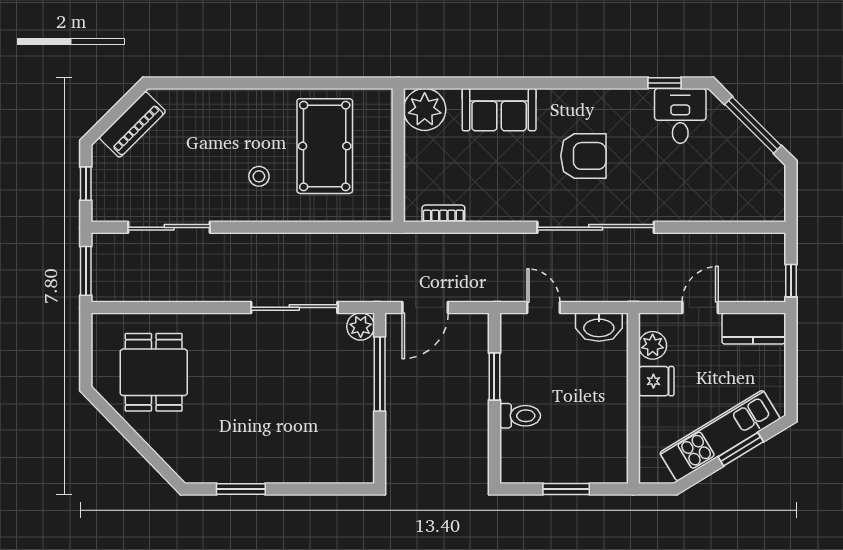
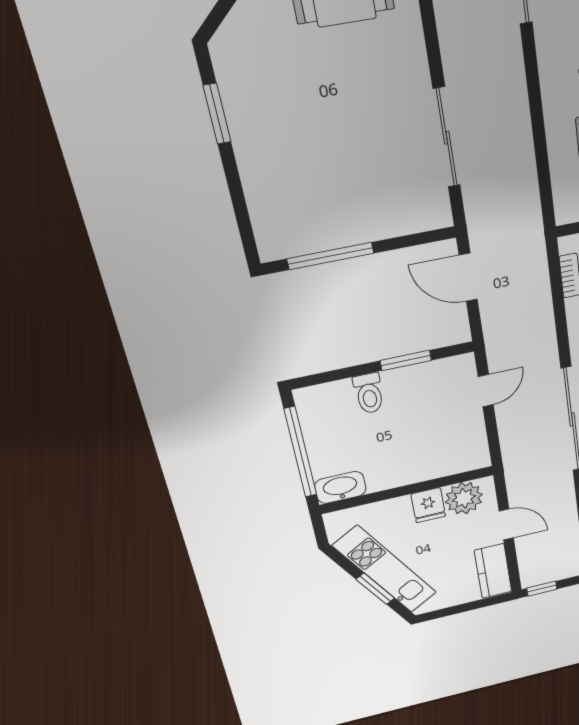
plant: (361, 326) -> (437, 215), removed
washbasin: (599, 327) -> (340, 487), moved, turned 90
plant: (653, 345) -> (464, 498), width x1.36, depth x1.36
window: (380, 374) -> (330, 256), moved
window: (566, 489) -> (300, 452), width x2.11

